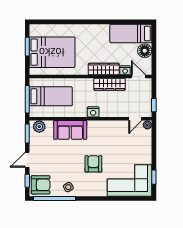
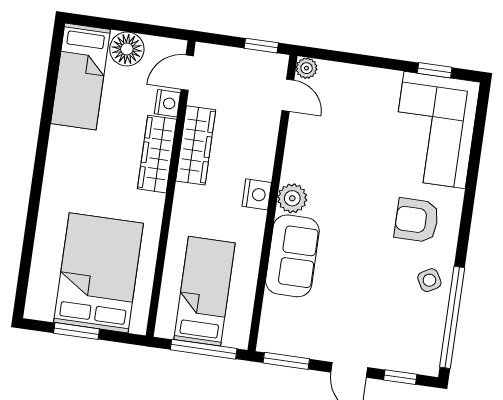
plant: (39, 127) -> (292, 198), moved
armchair: (93, 164) -> (417, 220), moved
armchair: (41, 185) -> (414, 346), removed

